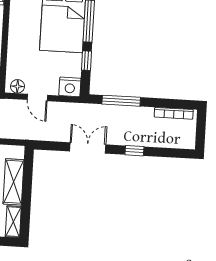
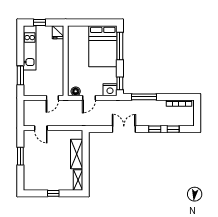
window: (86, 61) -> (120, 83), moved
door: (37, 97) -> (89, 98), hinge flipped
window: (163, 152) -> (173, 129), added

